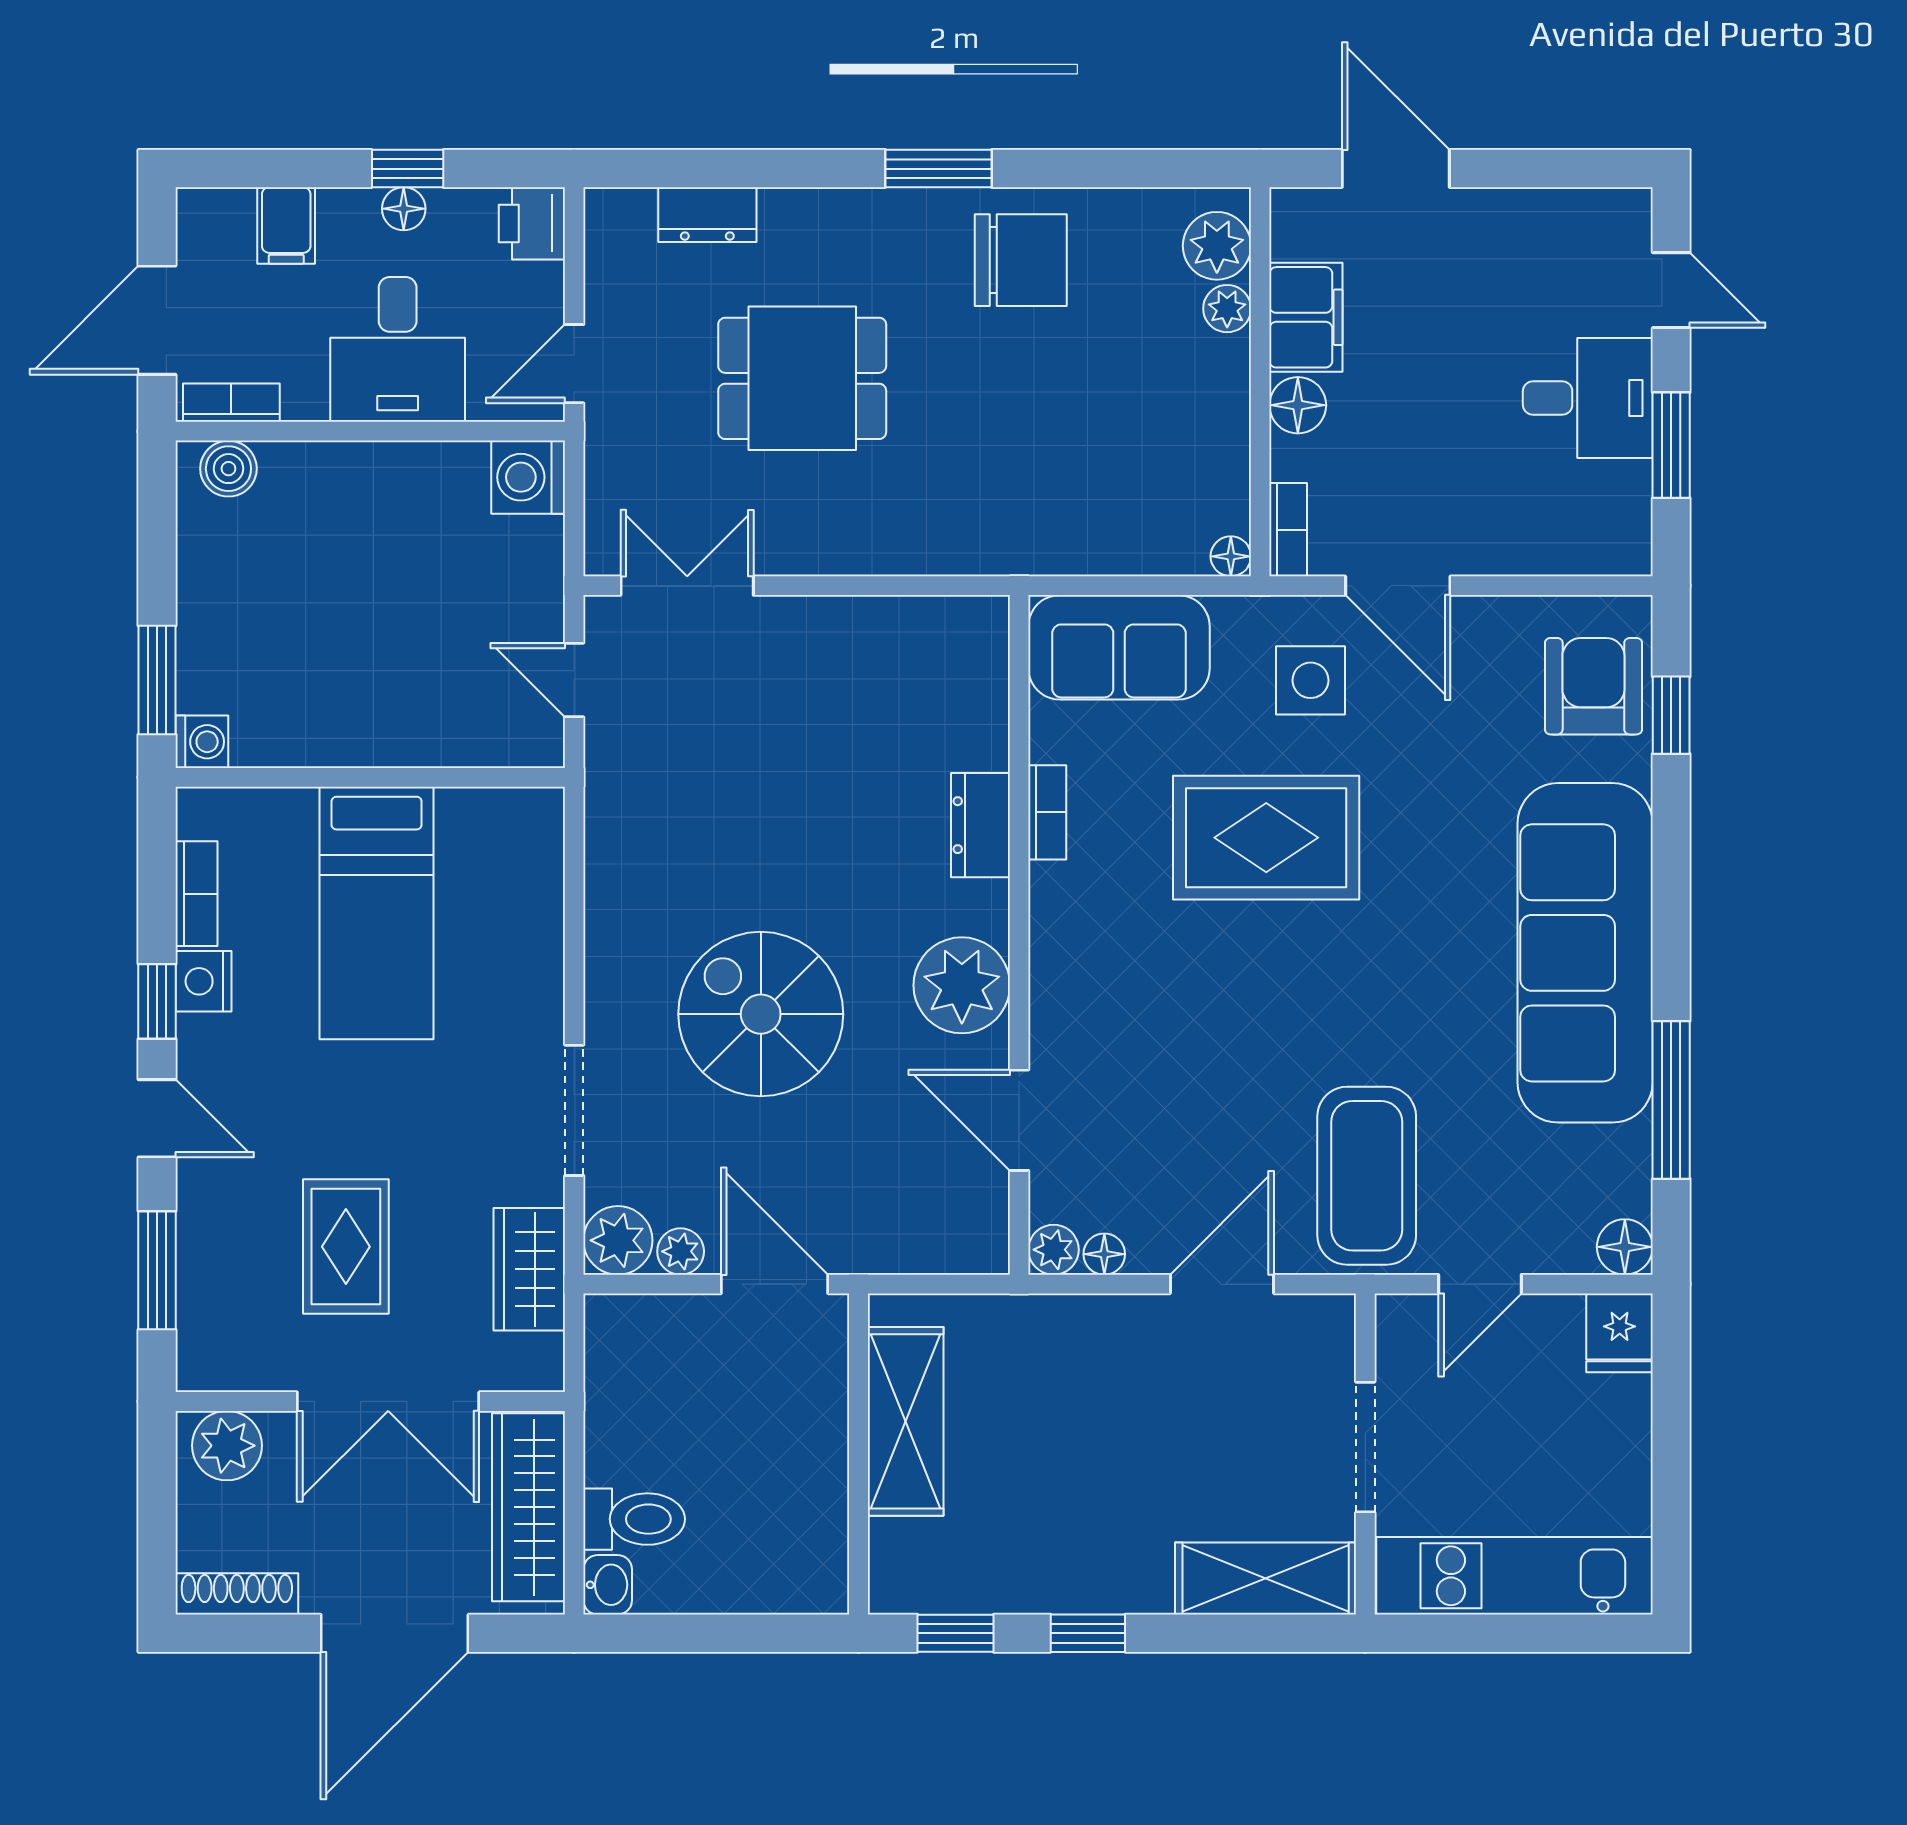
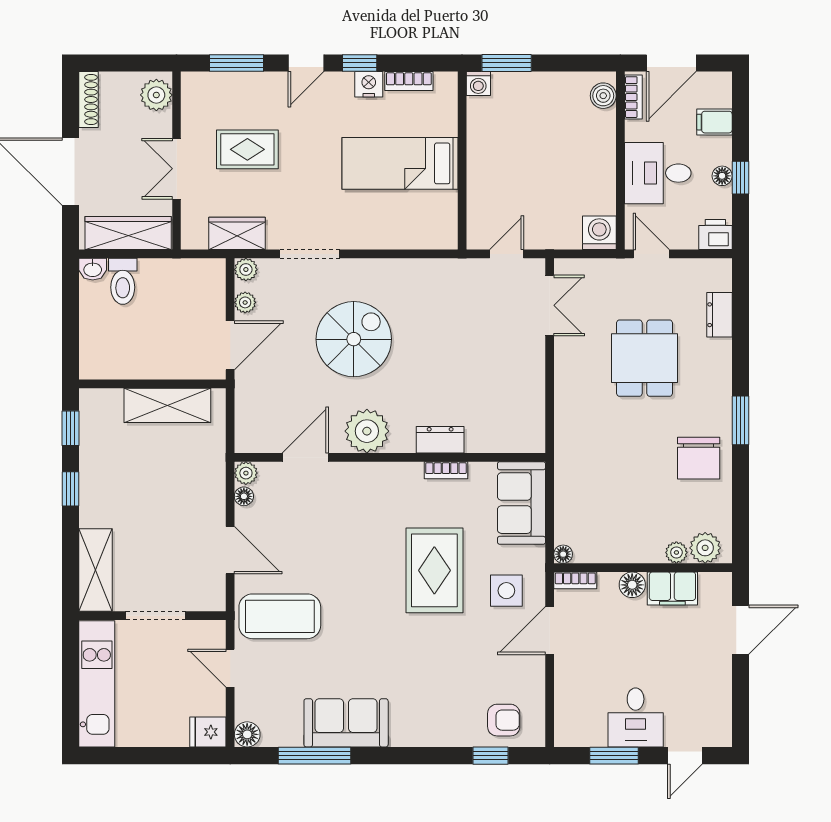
door: (157, 320) -> (671, 63), swing flipped
armchair: (1593, 686) -> (504, 720), width x0.72, depth x0.72
sofa: (1585, 953) -> (346, 723), width x0.54, depth x0.79
plant: (618, 1240) -> (246, 270), width x0.73, depth x0.73
double door: (388, 1401) -> (177, 169), width x0.73

